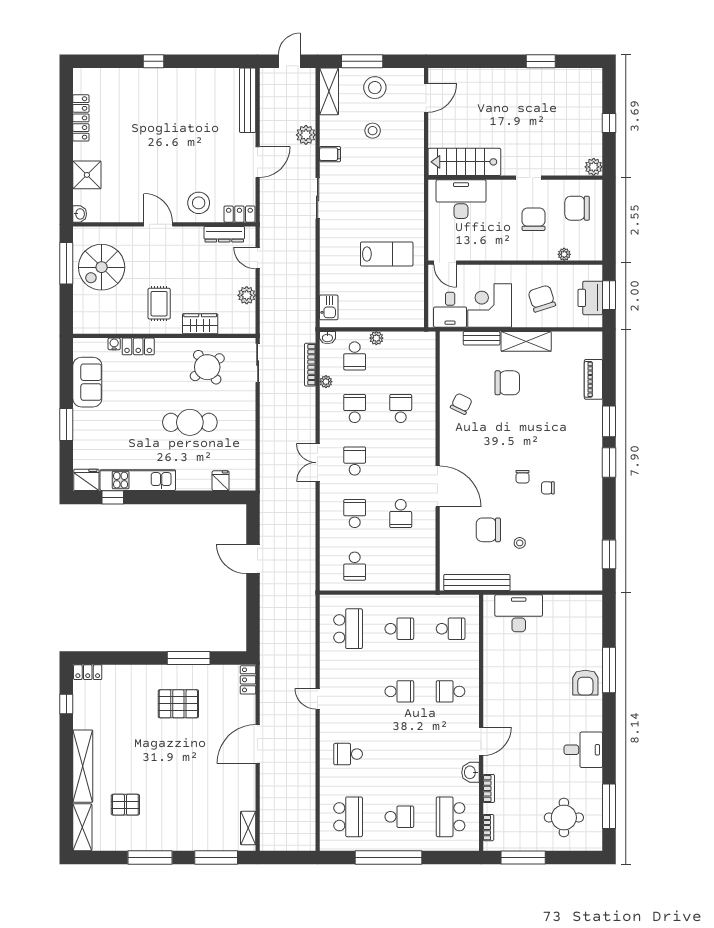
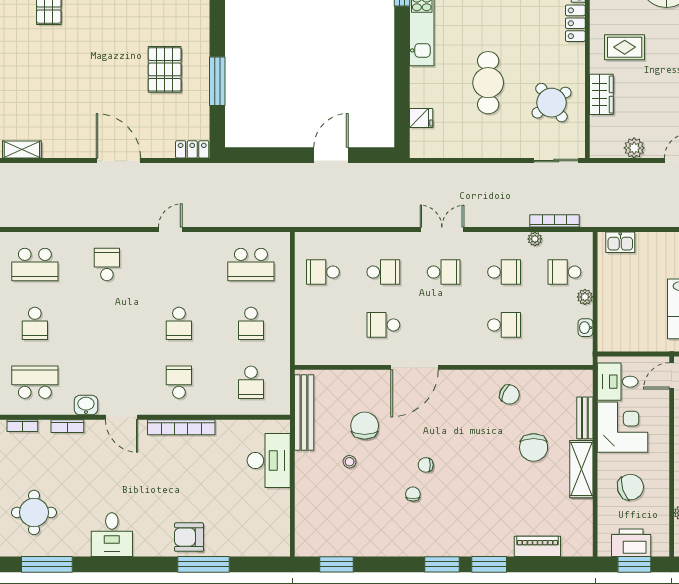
washbasin: (327, 338) -> (586, 328), moved
bookcase: (490, 689) -> (181, 427), added

